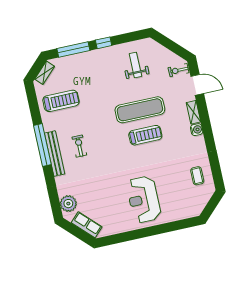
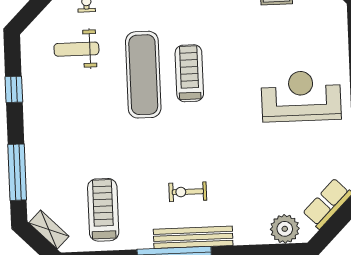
window: (104, 43) -> (14, 89), moved
weight bench: (135, 65) -> (76, 49), moved
reception desk: (144, 199) -> (301, 96), turned 180

